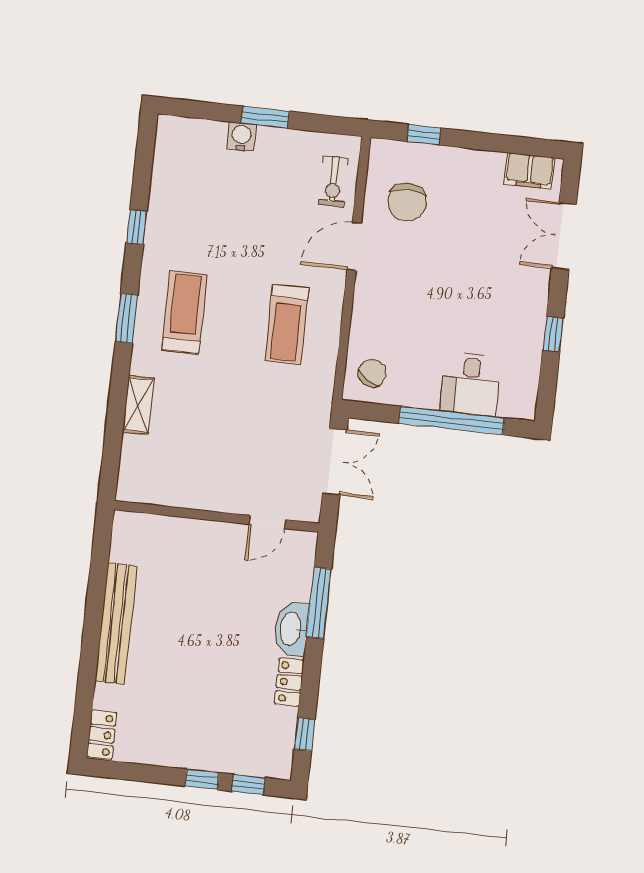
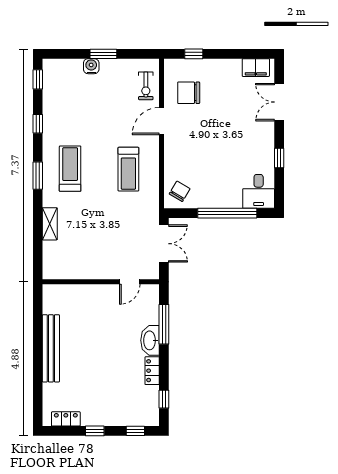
window: (145, 149) -> (38, 79), added
chair: (407, 202) -> (189, 93), turned 90
desk: (471, 384) -> (259, 191), moved
locker: (102, 735) -> (66, 419), moved, turned -90
window: (202, 779) -> (95, 431), moved

